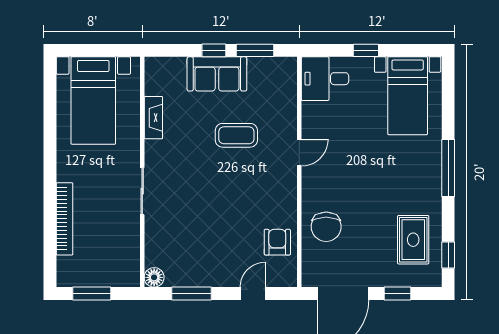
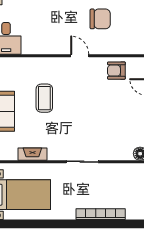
door: (299, 153) -> (80, 56), moved
chair: (326, 227) -> (100, 19), moved

